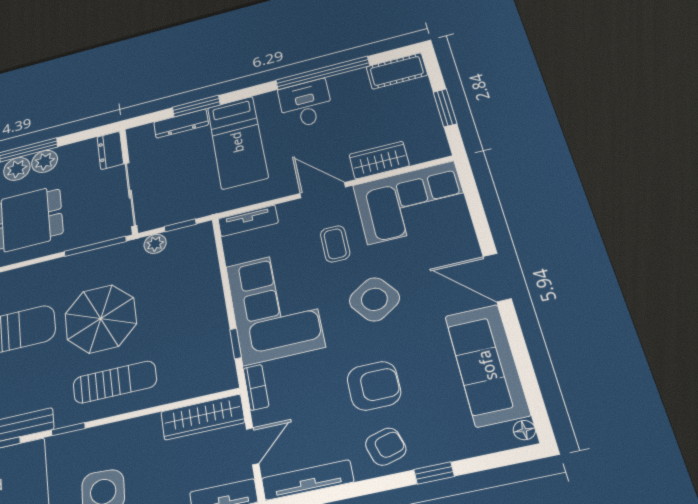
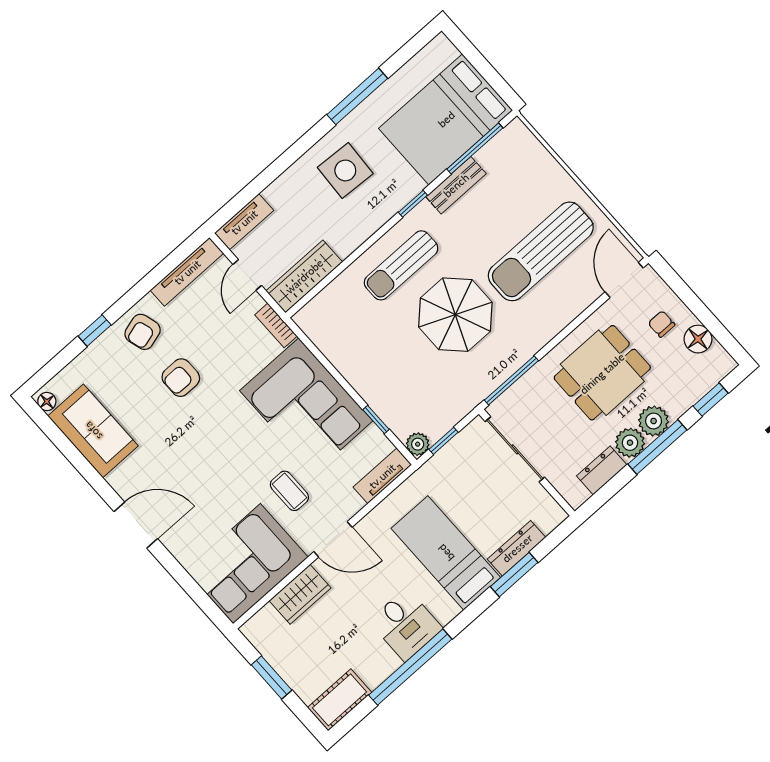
dresser: (110, 150) -> (602, 470), moved, turned -90
plant: (155, 244) -> (418, 444), moved
side table: (374, 299) -> (225, 455), removed
window: (236, 344) -> (376, 420), moved
sofa: (487, 365) -> (93, 431), width x0.73
armchair: (374, 386) -> (181, 378), width x0.72, depth x0.72

